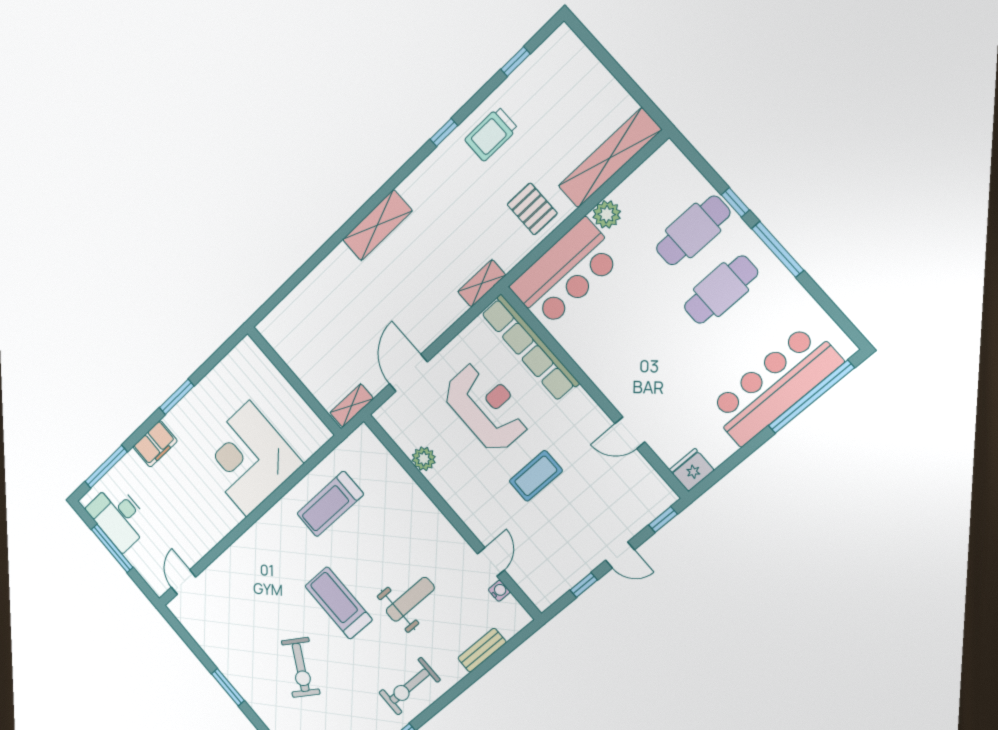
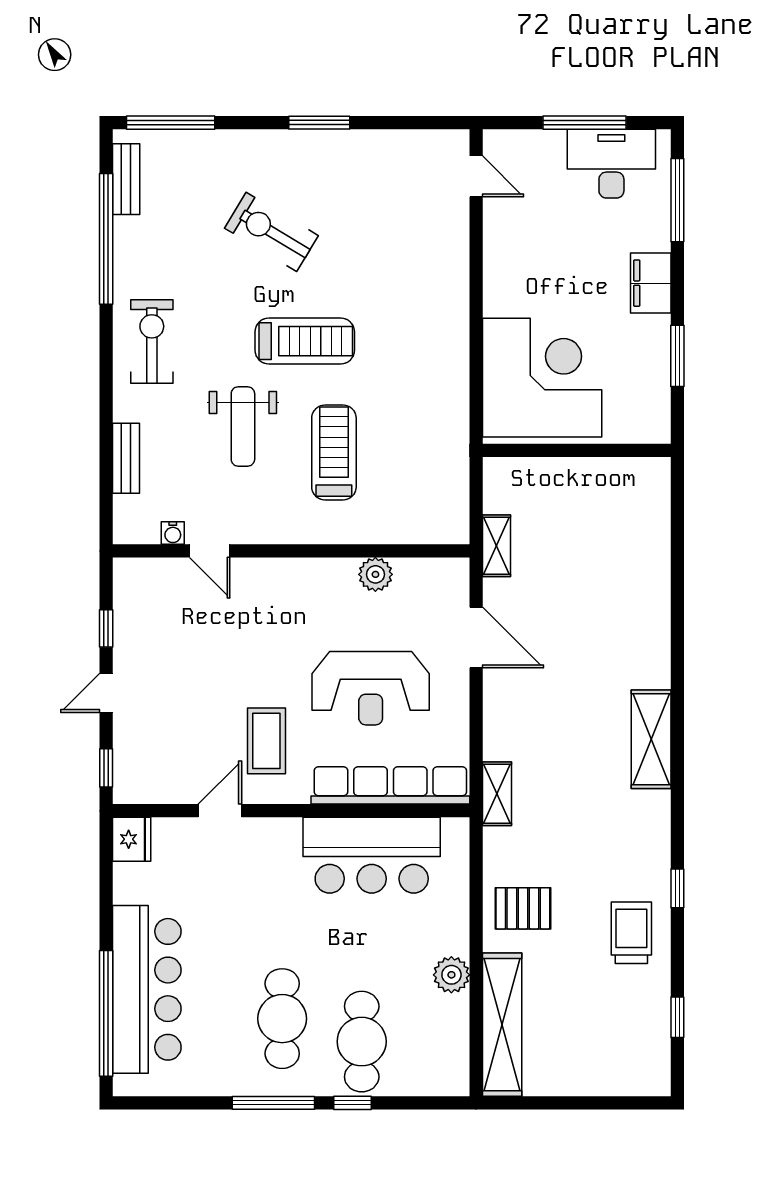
bar counter: (565, 273) -> (372, 855), moved, turned -90
wall: (294, 381) -> (577, 450), moved
coffee table: (536, 476) -> (266, 741), moved
treadmill: (330, 504) -> (334, 453), moved

